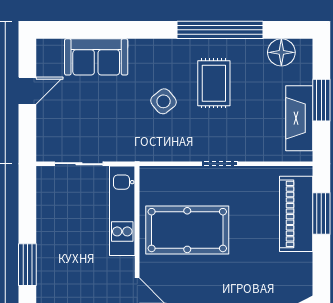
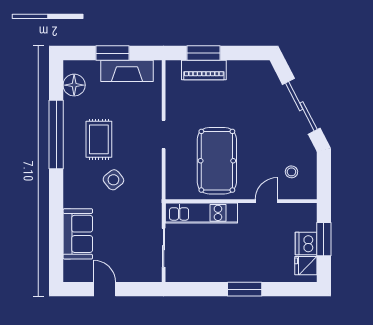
rug: (214, 83) -> (99, 139), turned 90
piano: (296, 214) -> (204, 70), width x0.73, depth x0.75

